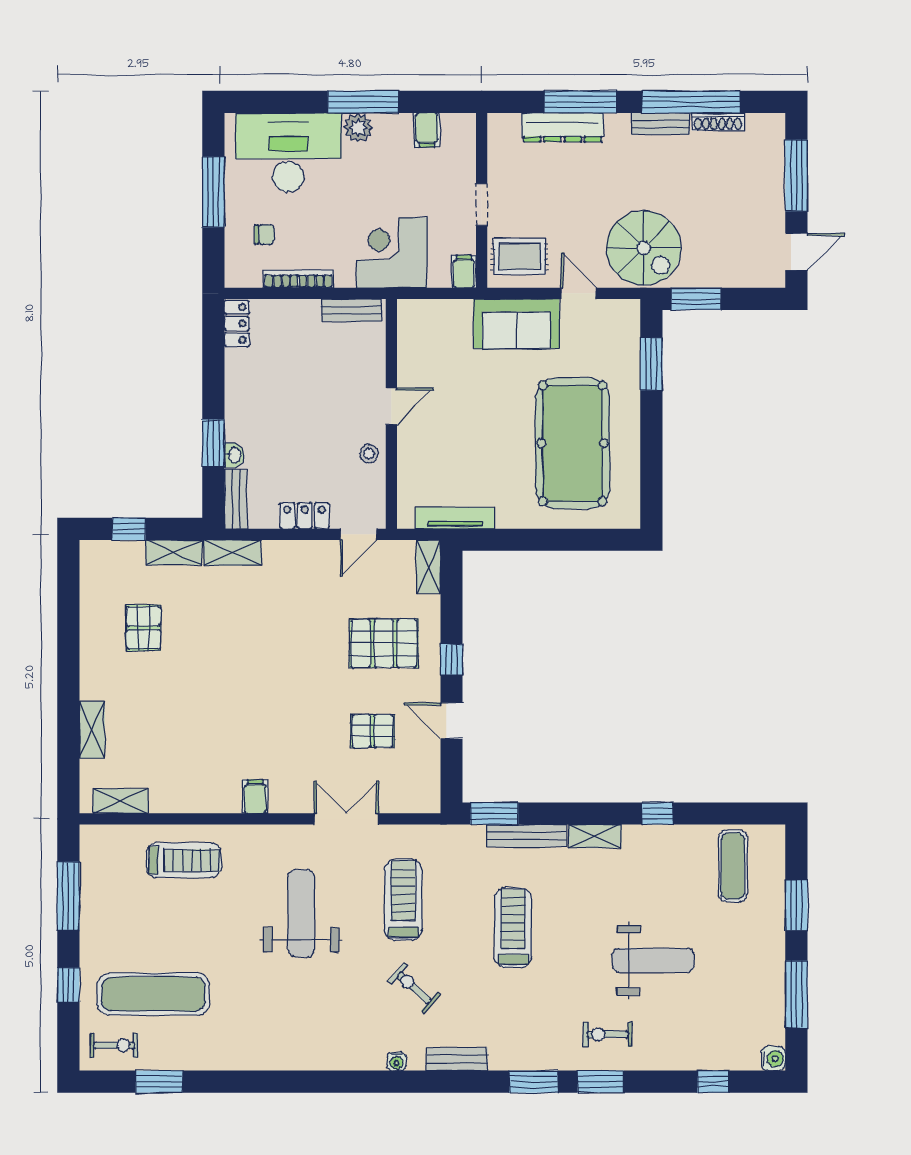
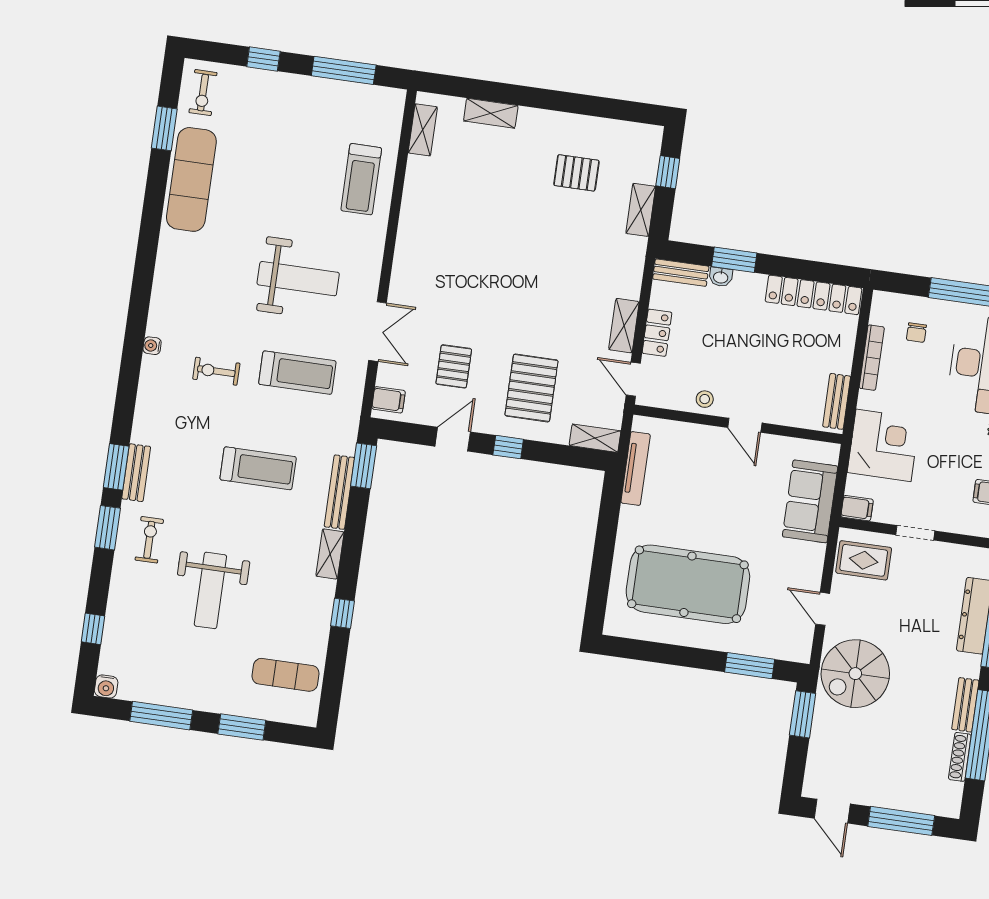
rug: (519, 256) -> (864, 560), turned 90
door: (578, 293) -> (823, 609), swing flipped
locker: (237, 323) -> (814, 295), width x2.16, depth x1.21
sofa: (516, 324) -> (810, 501), moved
shelving: (232, 553) -> (624, 326), moved
filing cabinet: (255, 797) -> (389, 400), moved
exercise bike: (414, 988) -> (216, 371), turned -132
exercise mat: (154, 994) -> (191, 179), moved
bench: (457, 1059) -> (136, 473), moved

